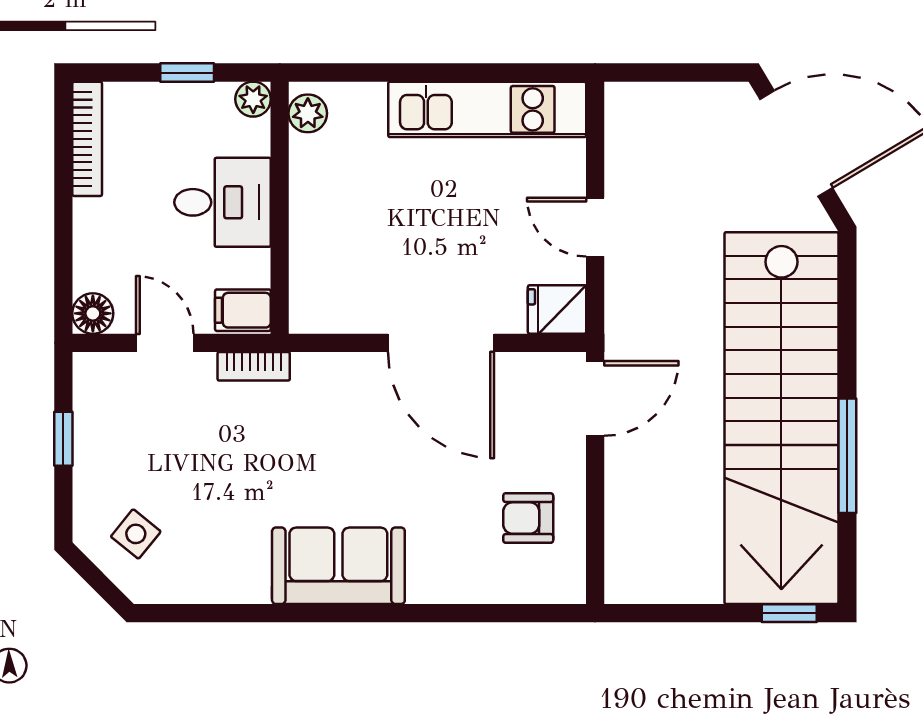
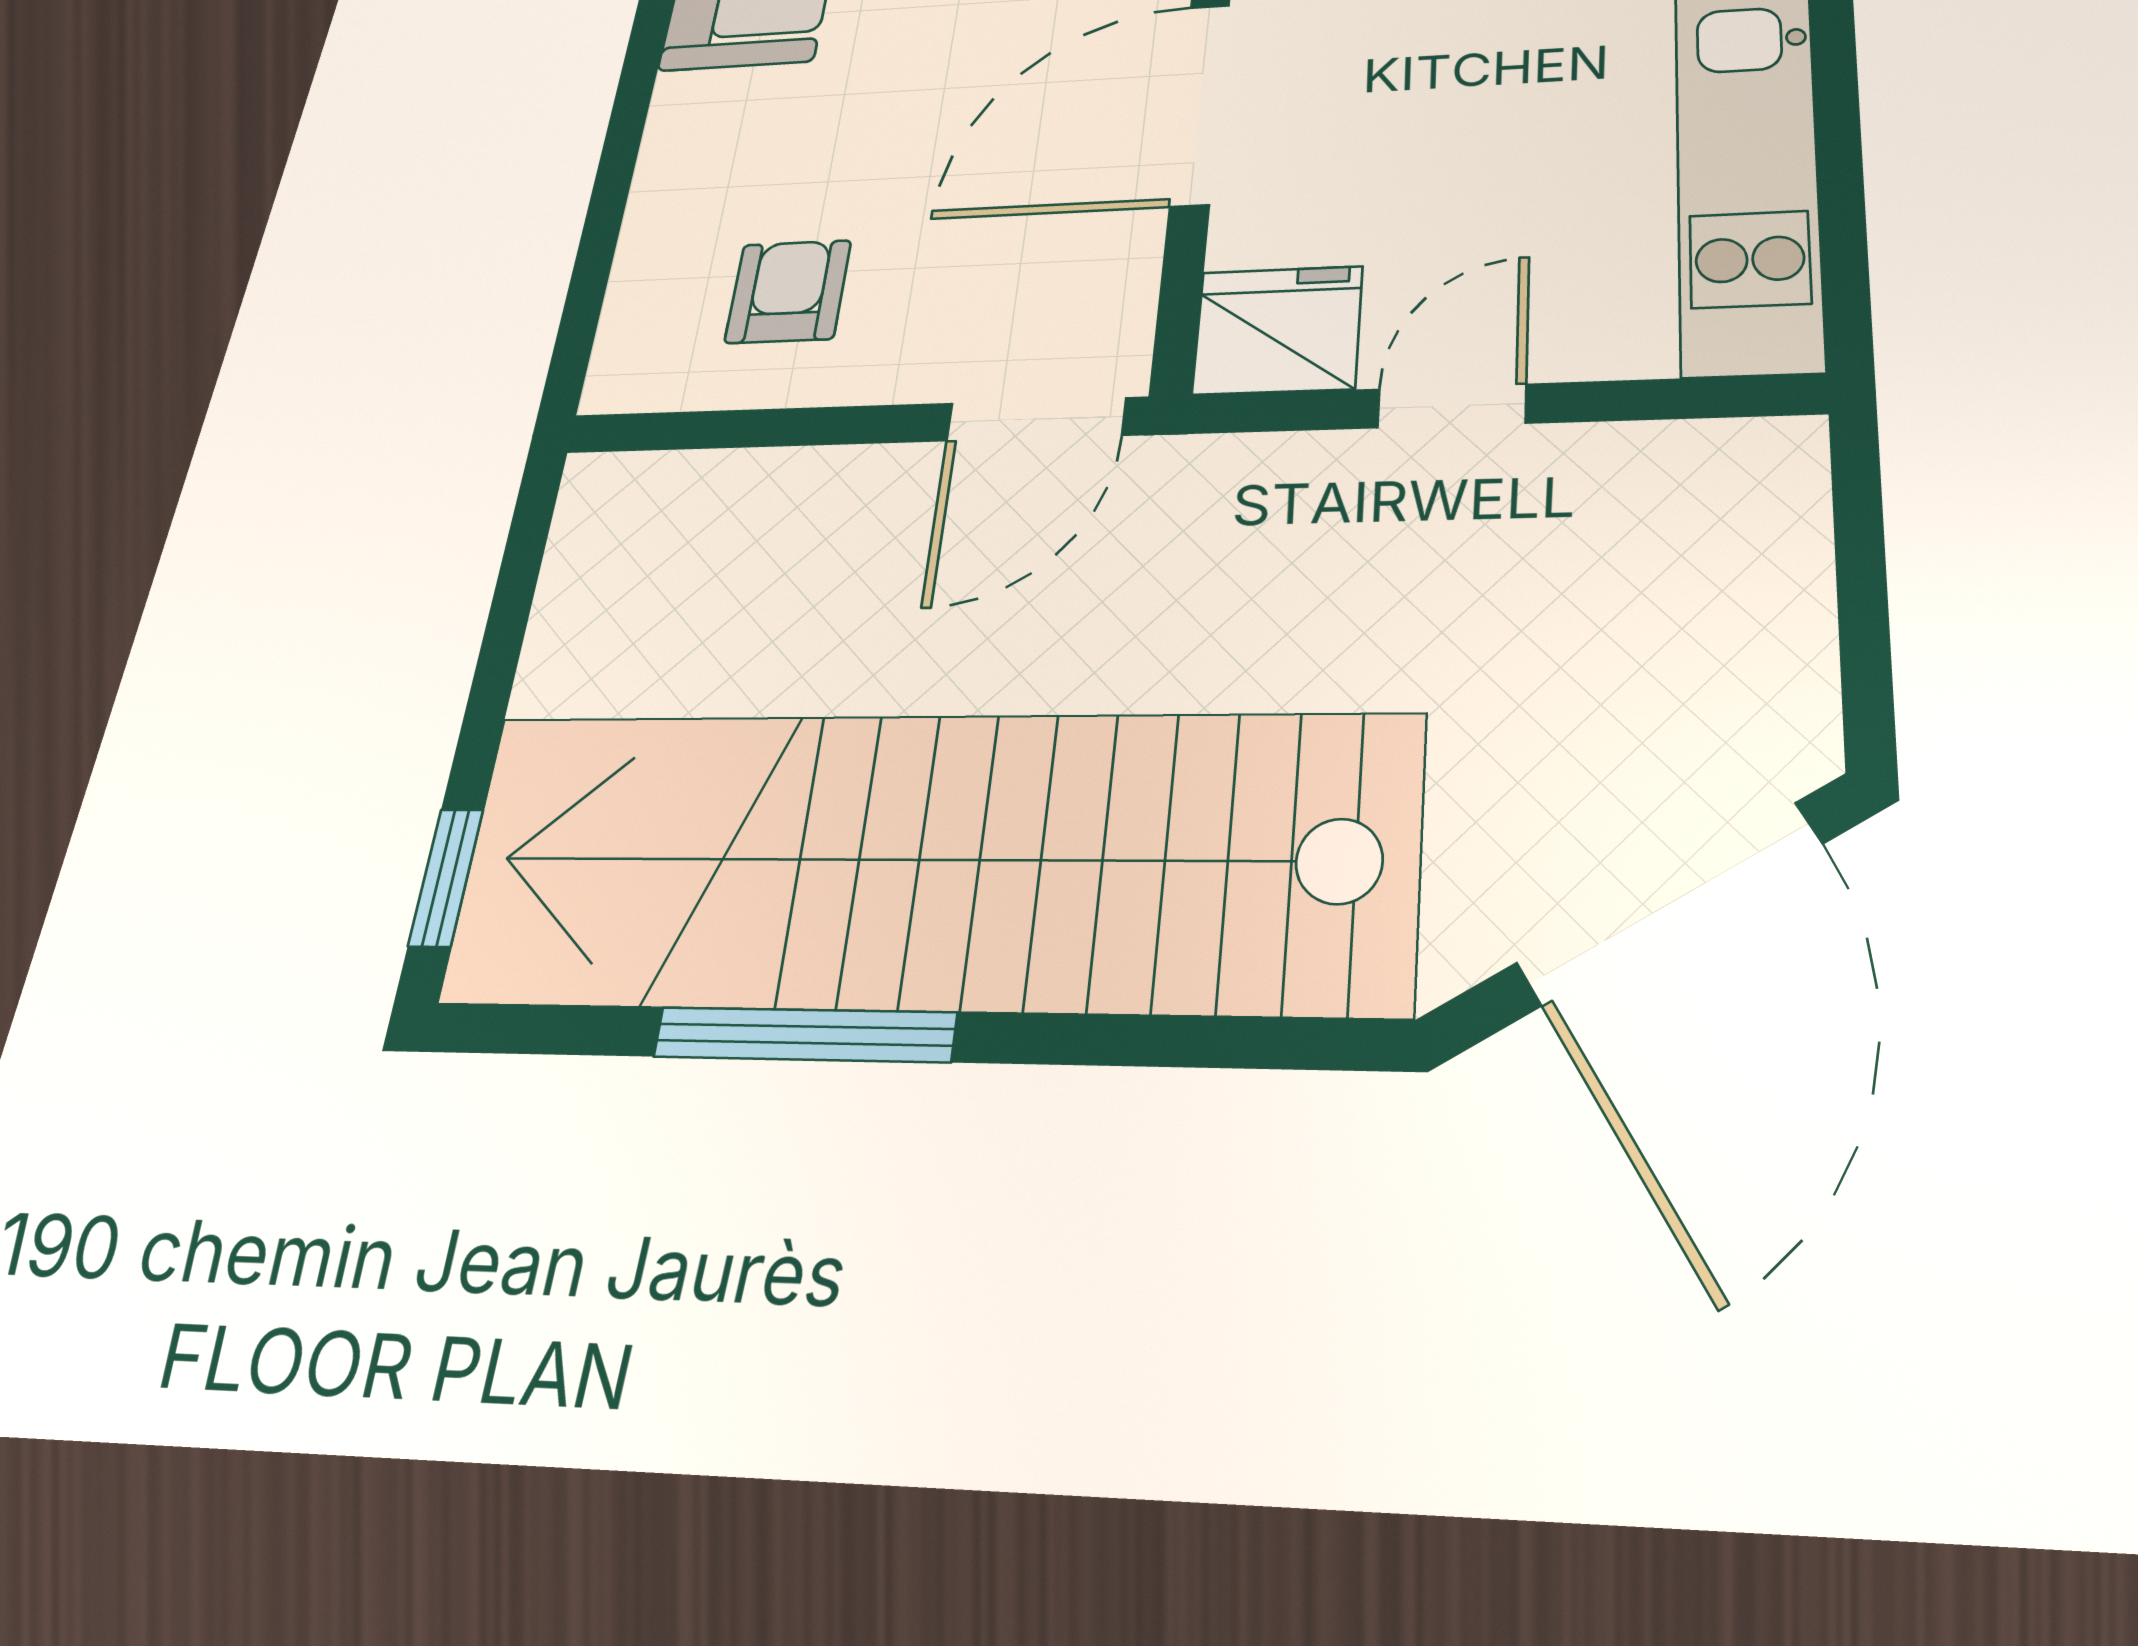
fridge: (557, 309) -> (1278, 330), width x1.38
door: (595, 398) -> (1036, 419), hinge flipped

